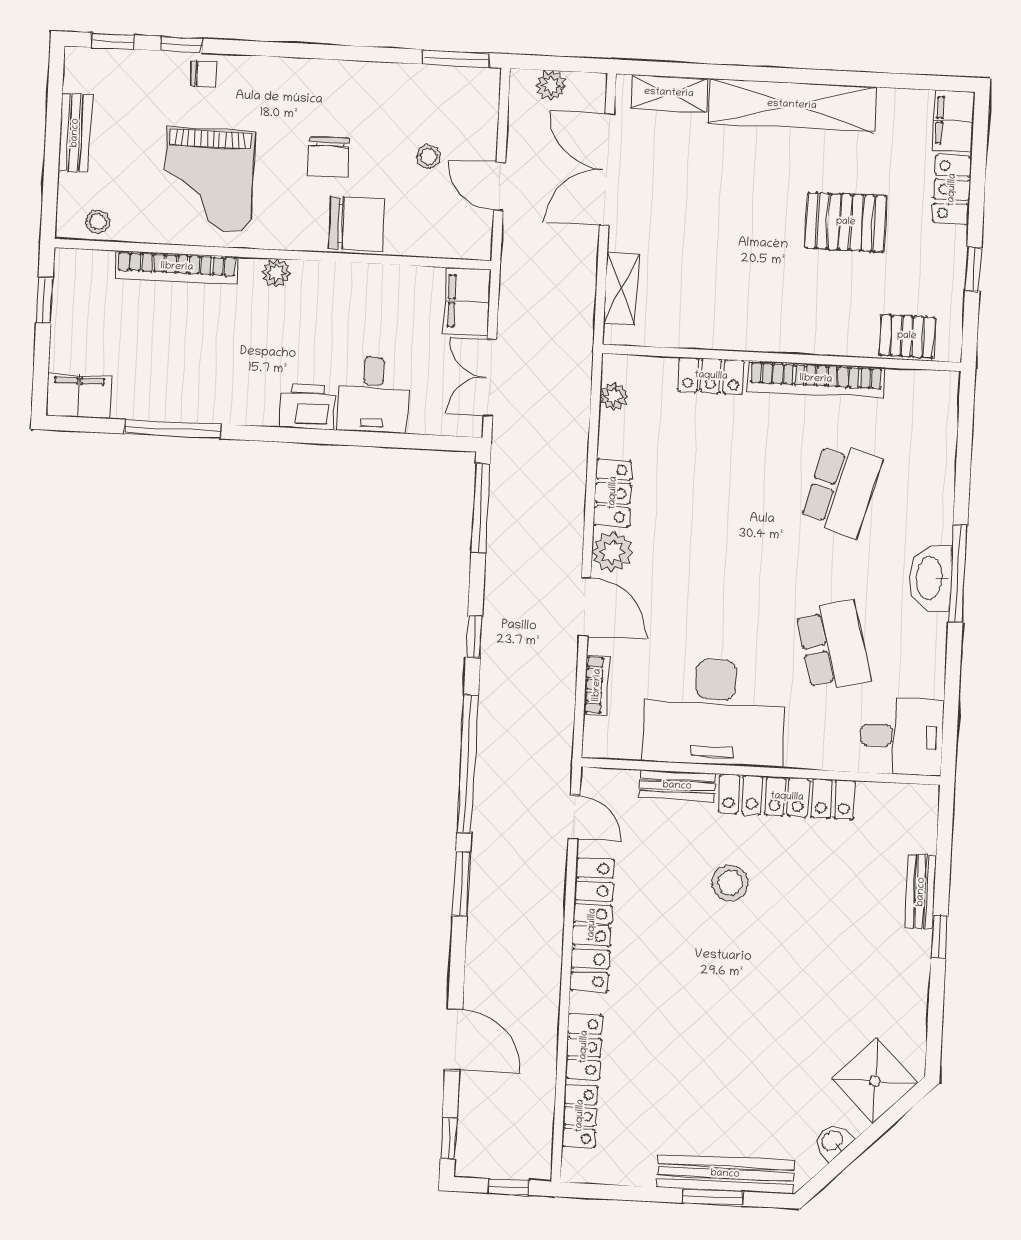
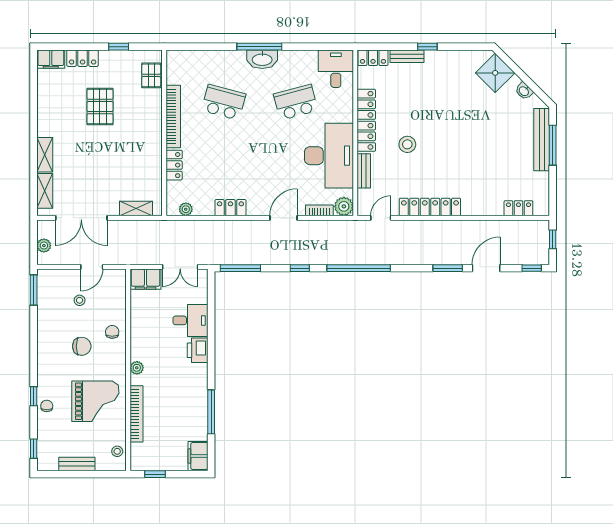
window: (182, 45) -> (34, 396), moved
shelving: (792, 105) -> (45, 155), width x0.45, depth x0.75
chair: (357, 224) -> (112, 332), width x0.54, depth x0.54
plant: (612, 552) -> (344, 206), moved
window: (462, 884) -> (448, 268), moved
locker: (584, 1047) -> (373, 58), moved, turned 180
window: (713, 1197) -> (553, 145), width x1.44

